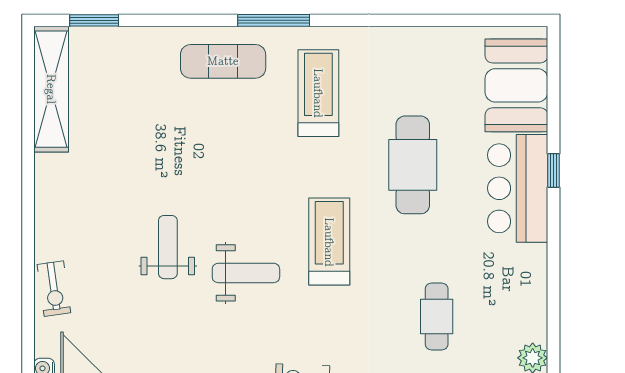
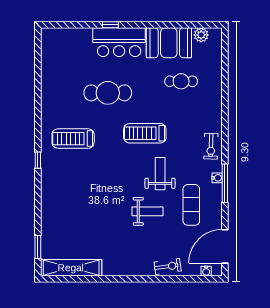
window: (274, 20) -> (38, 160), width x0.46
exercise mat: (223, 61) -> (191, 205), moved
booth: (516, 85) -> (169, 43), moved
weight bench: (168, 247) -> (148, 211), turned 180

